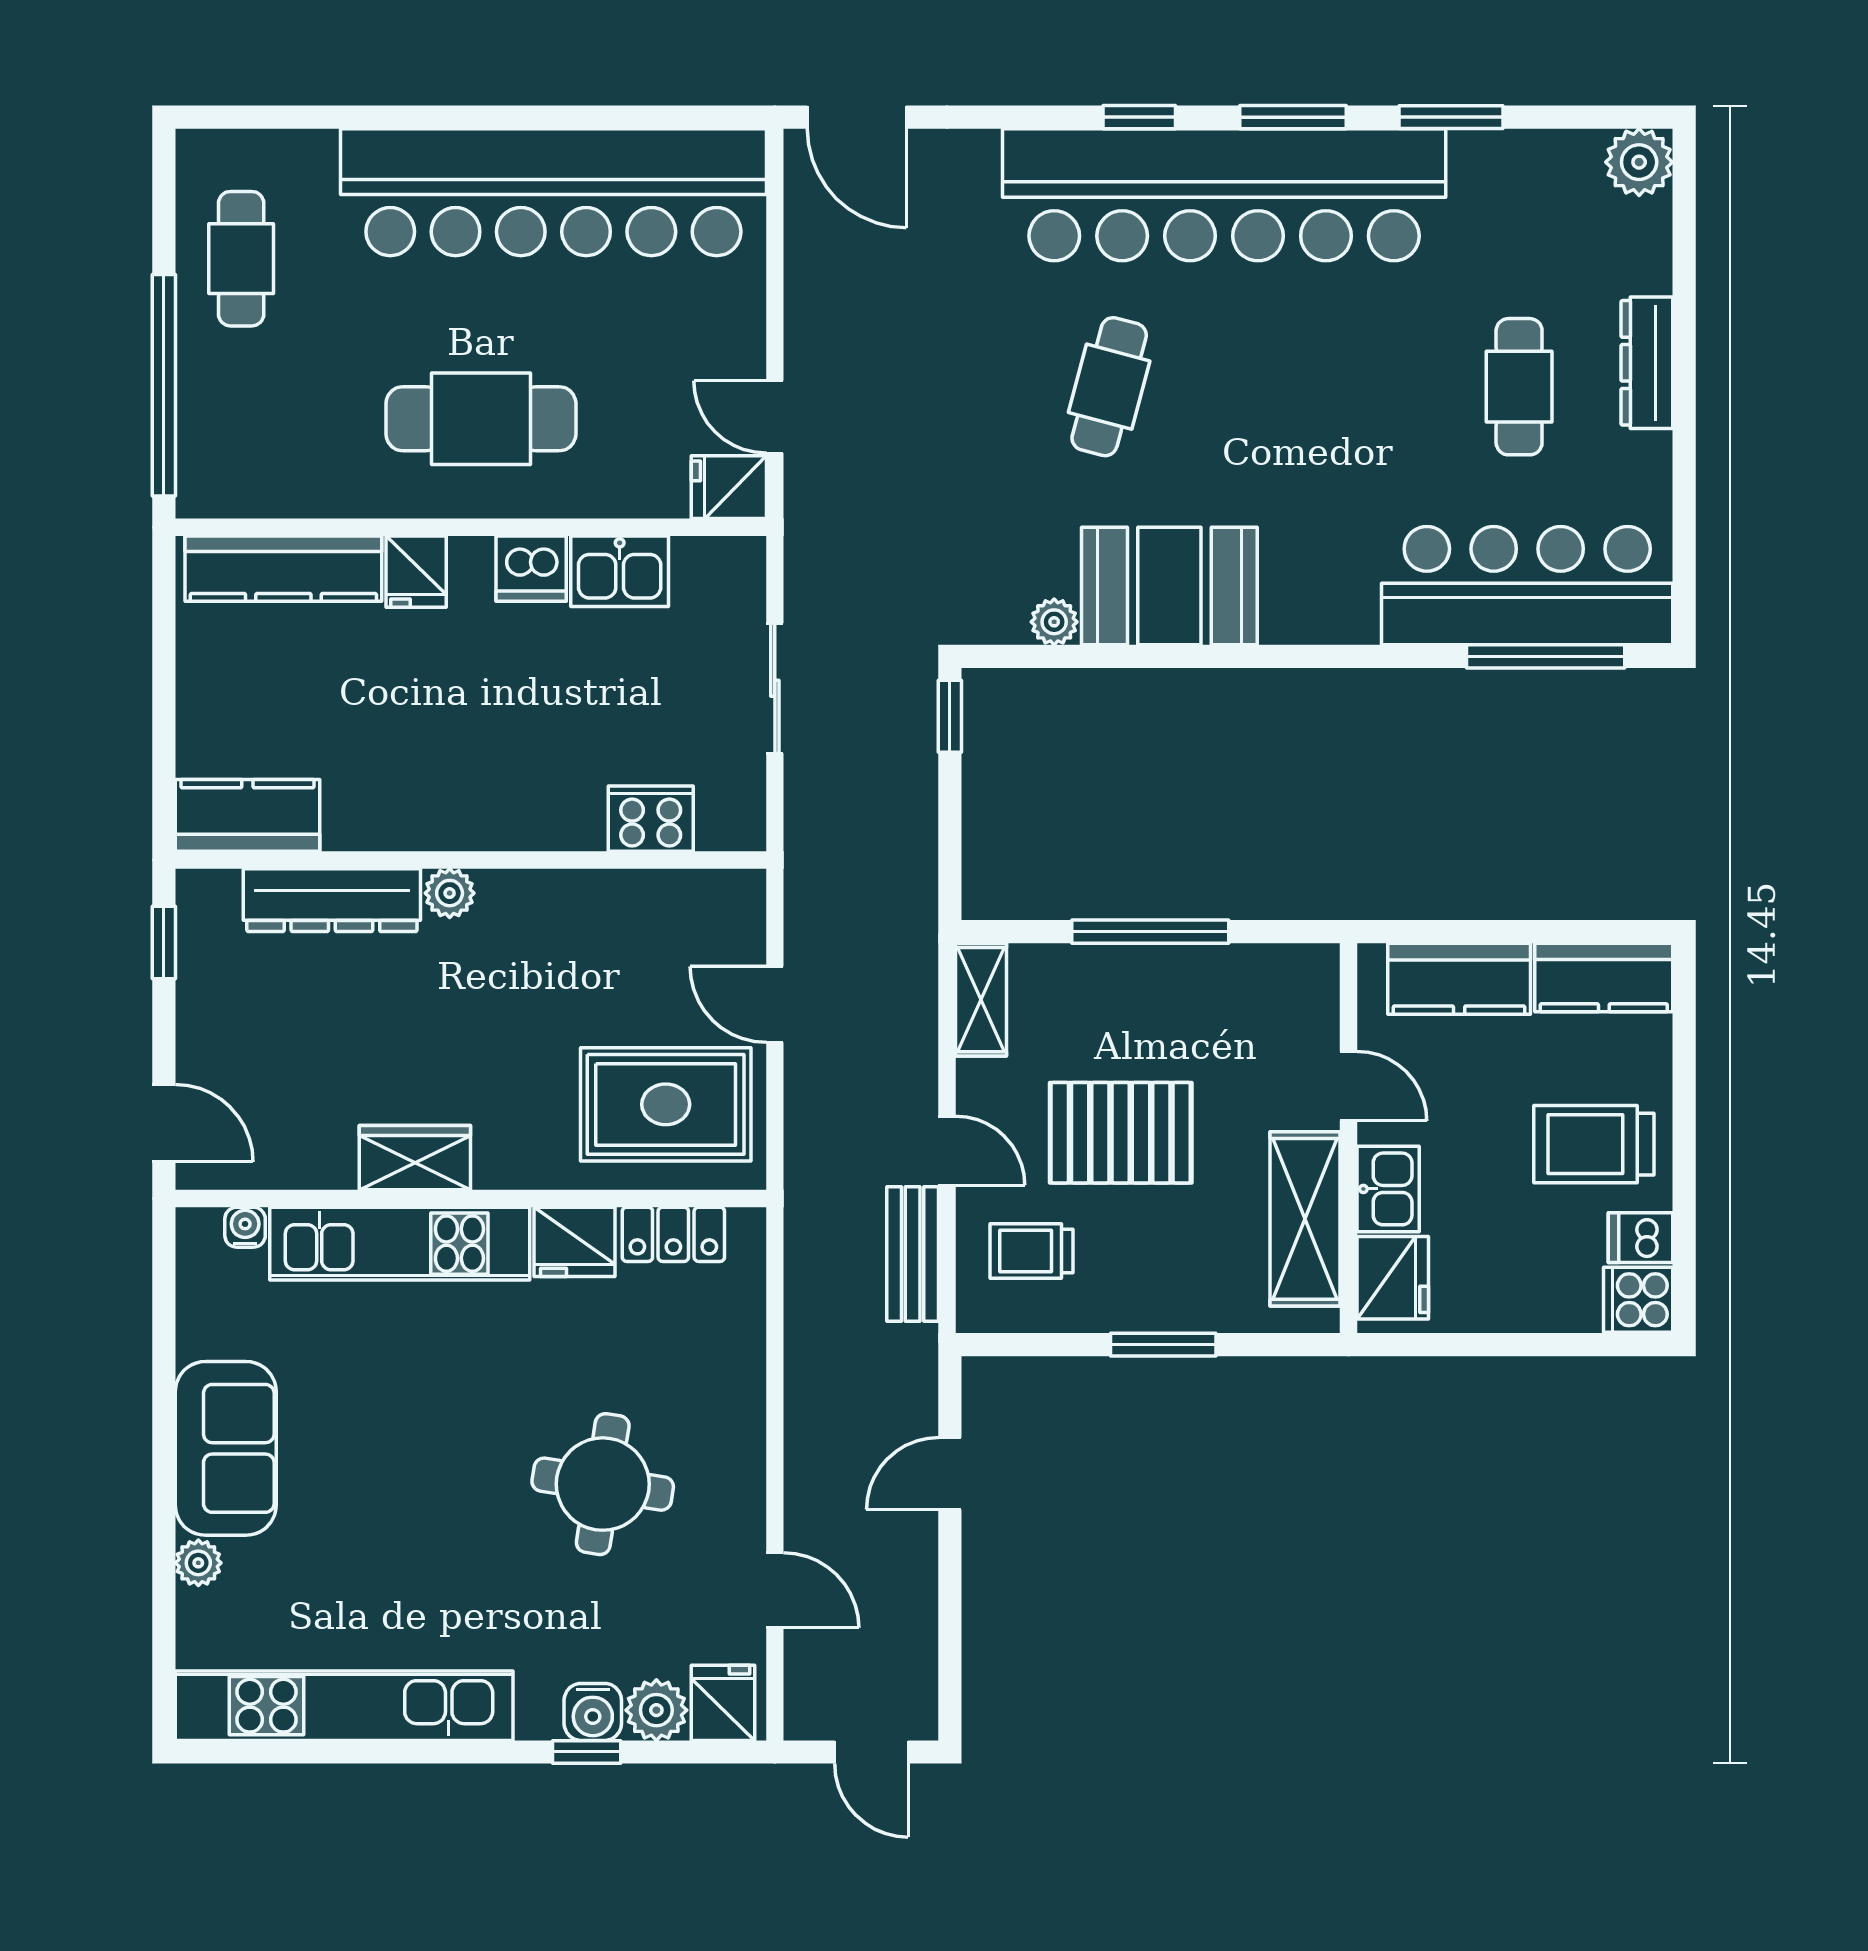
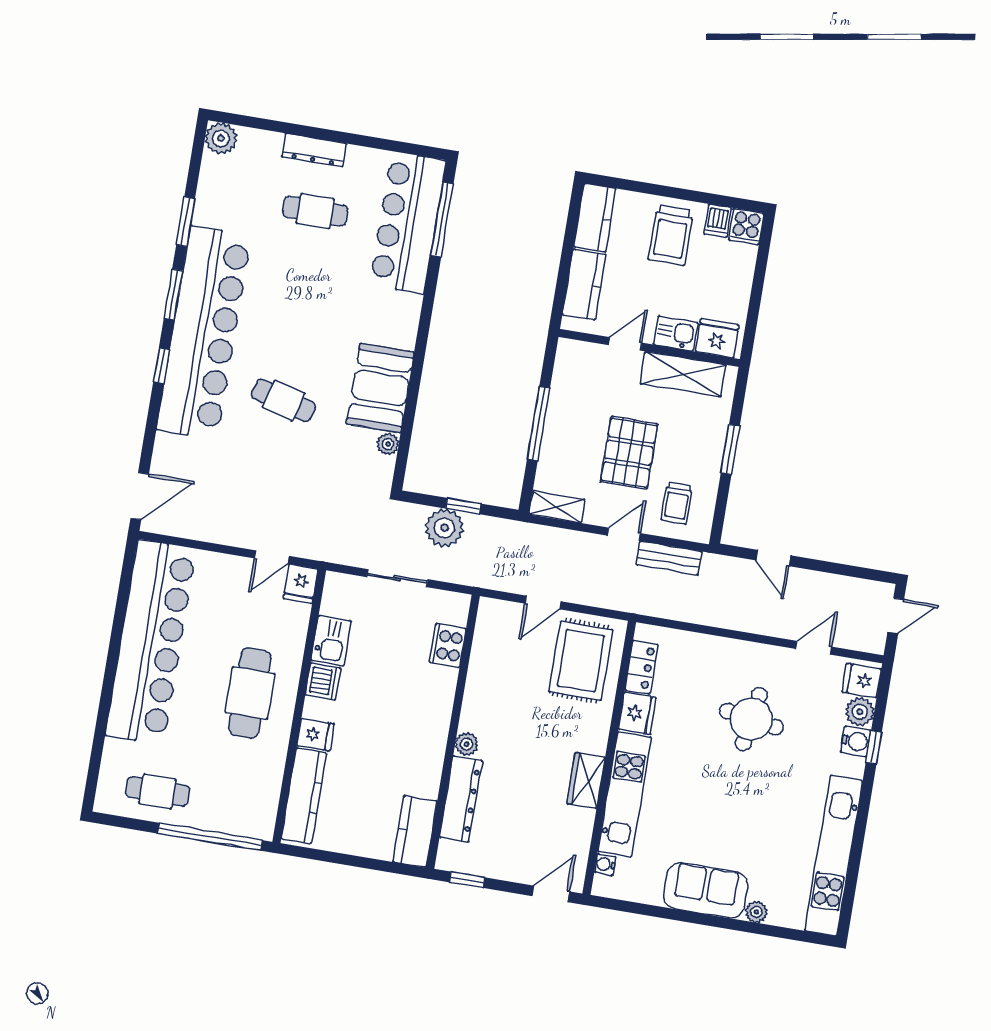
window: (950, 716) -> (463, 506), moved
plant: (898, 770) -> (444, 528), added

